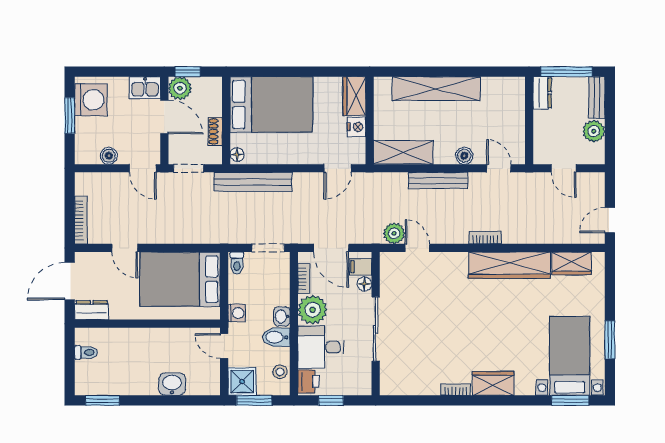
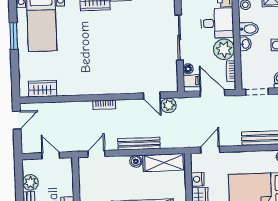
boiler: (464, 156) -> (136, 161), moved
door: (499, 168) -> (96, 154), swing flipped
wardrobe: (510, 265) -> (86, 86), removed

